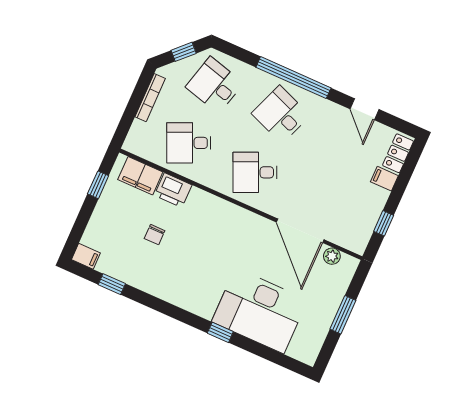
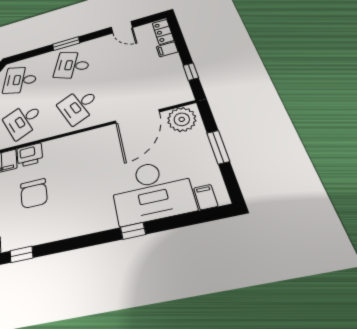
window: (293, 78) -> (66, 44), width x0.47
door: (300, 231) -> (137, 117), hinge flipped
chair: (155, 235) -> (34, 193), width x1.87, depth x1.87
plant: (332, 256) -> (182, 119), width x1.88, depth x1.88
filing cabinet: (298, 348) -> (206, 197), added

